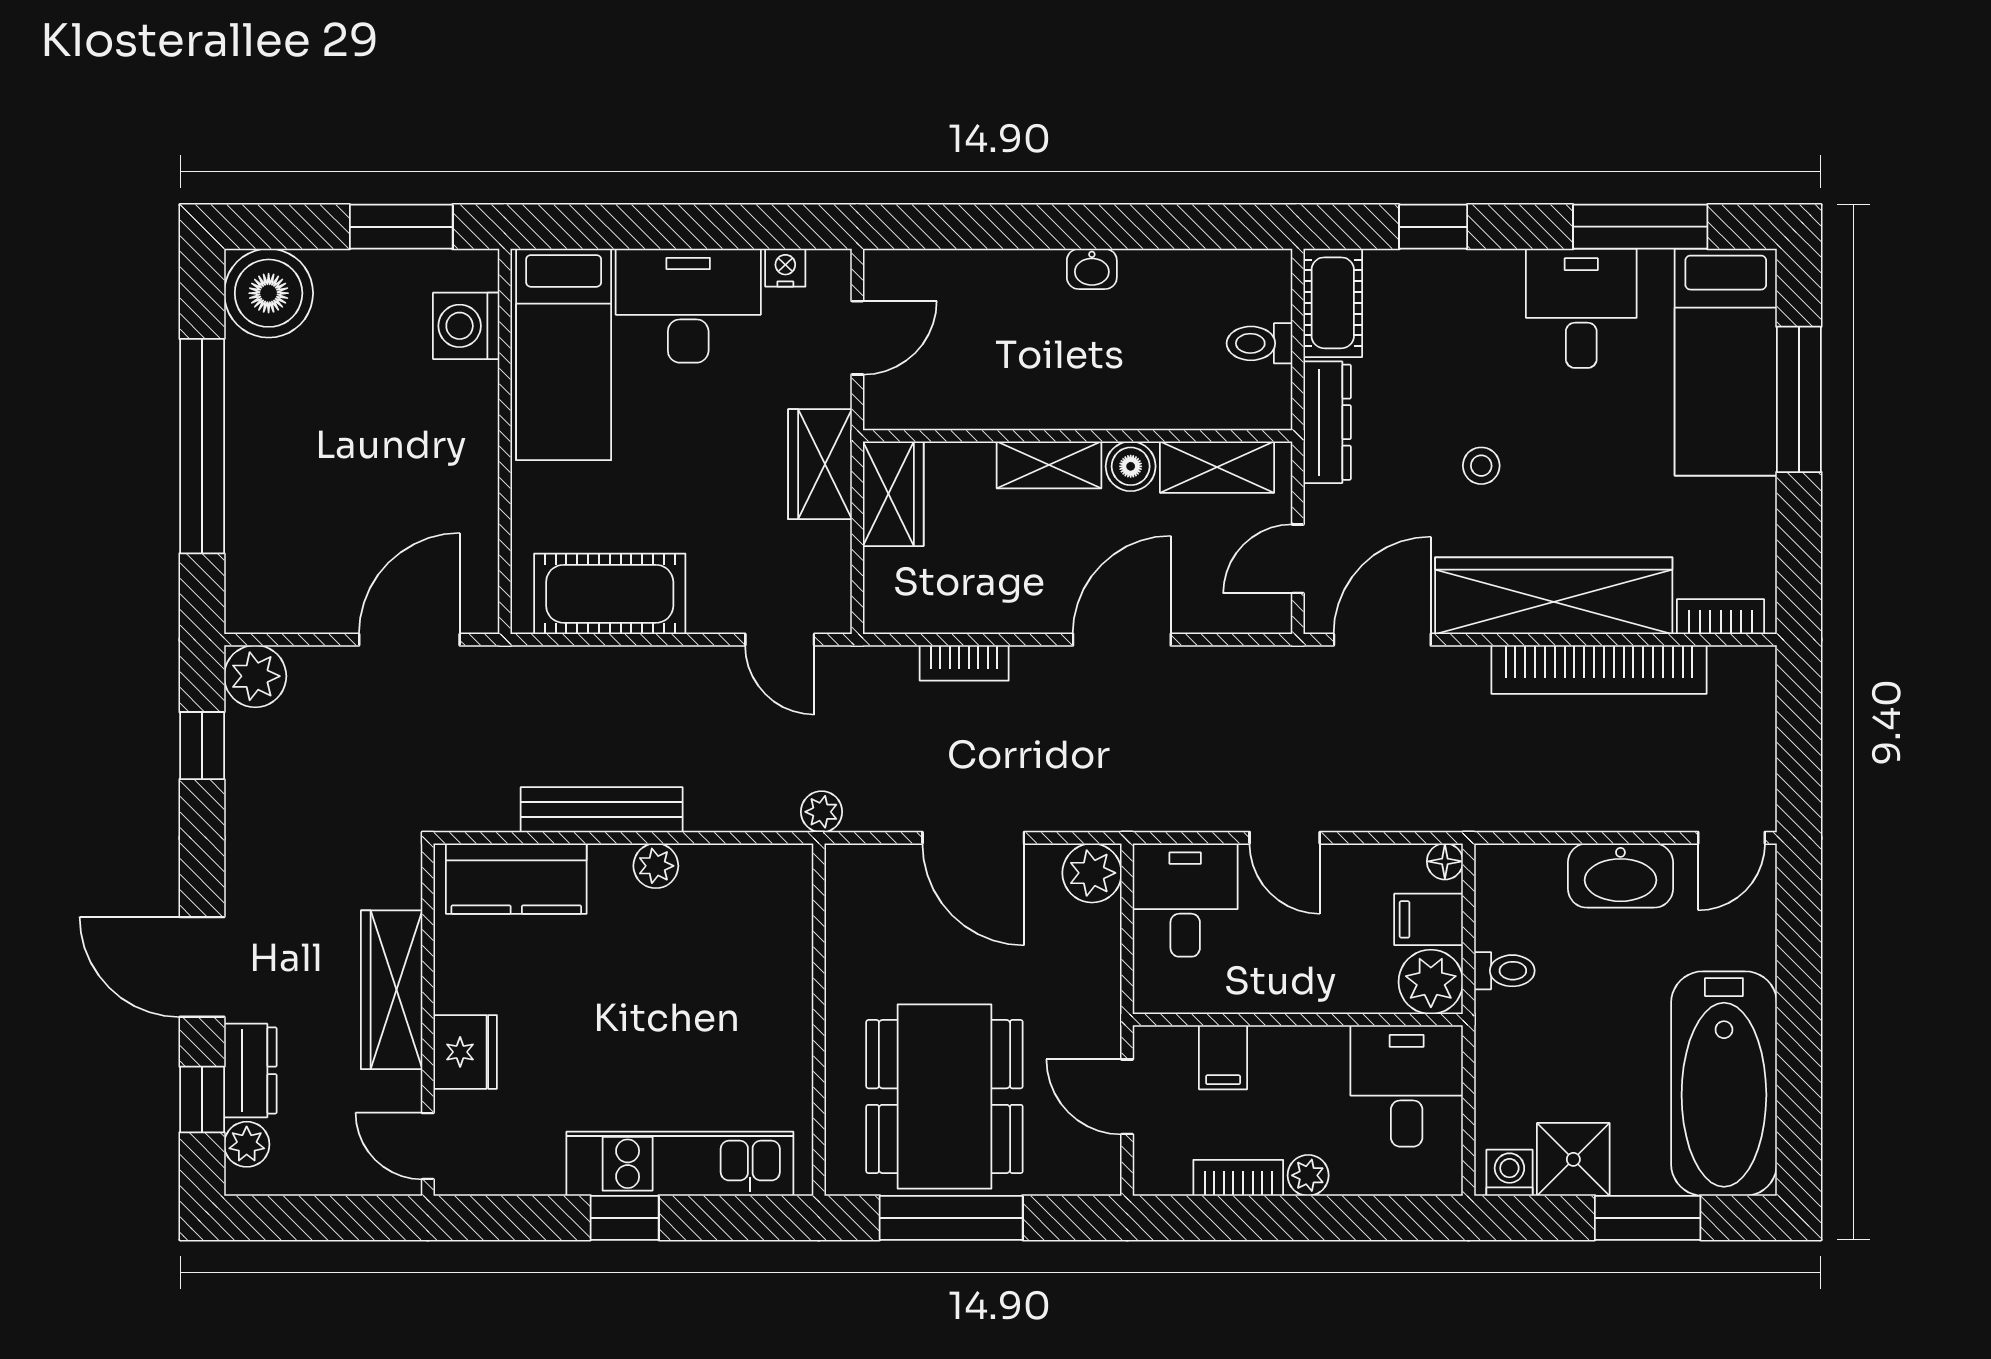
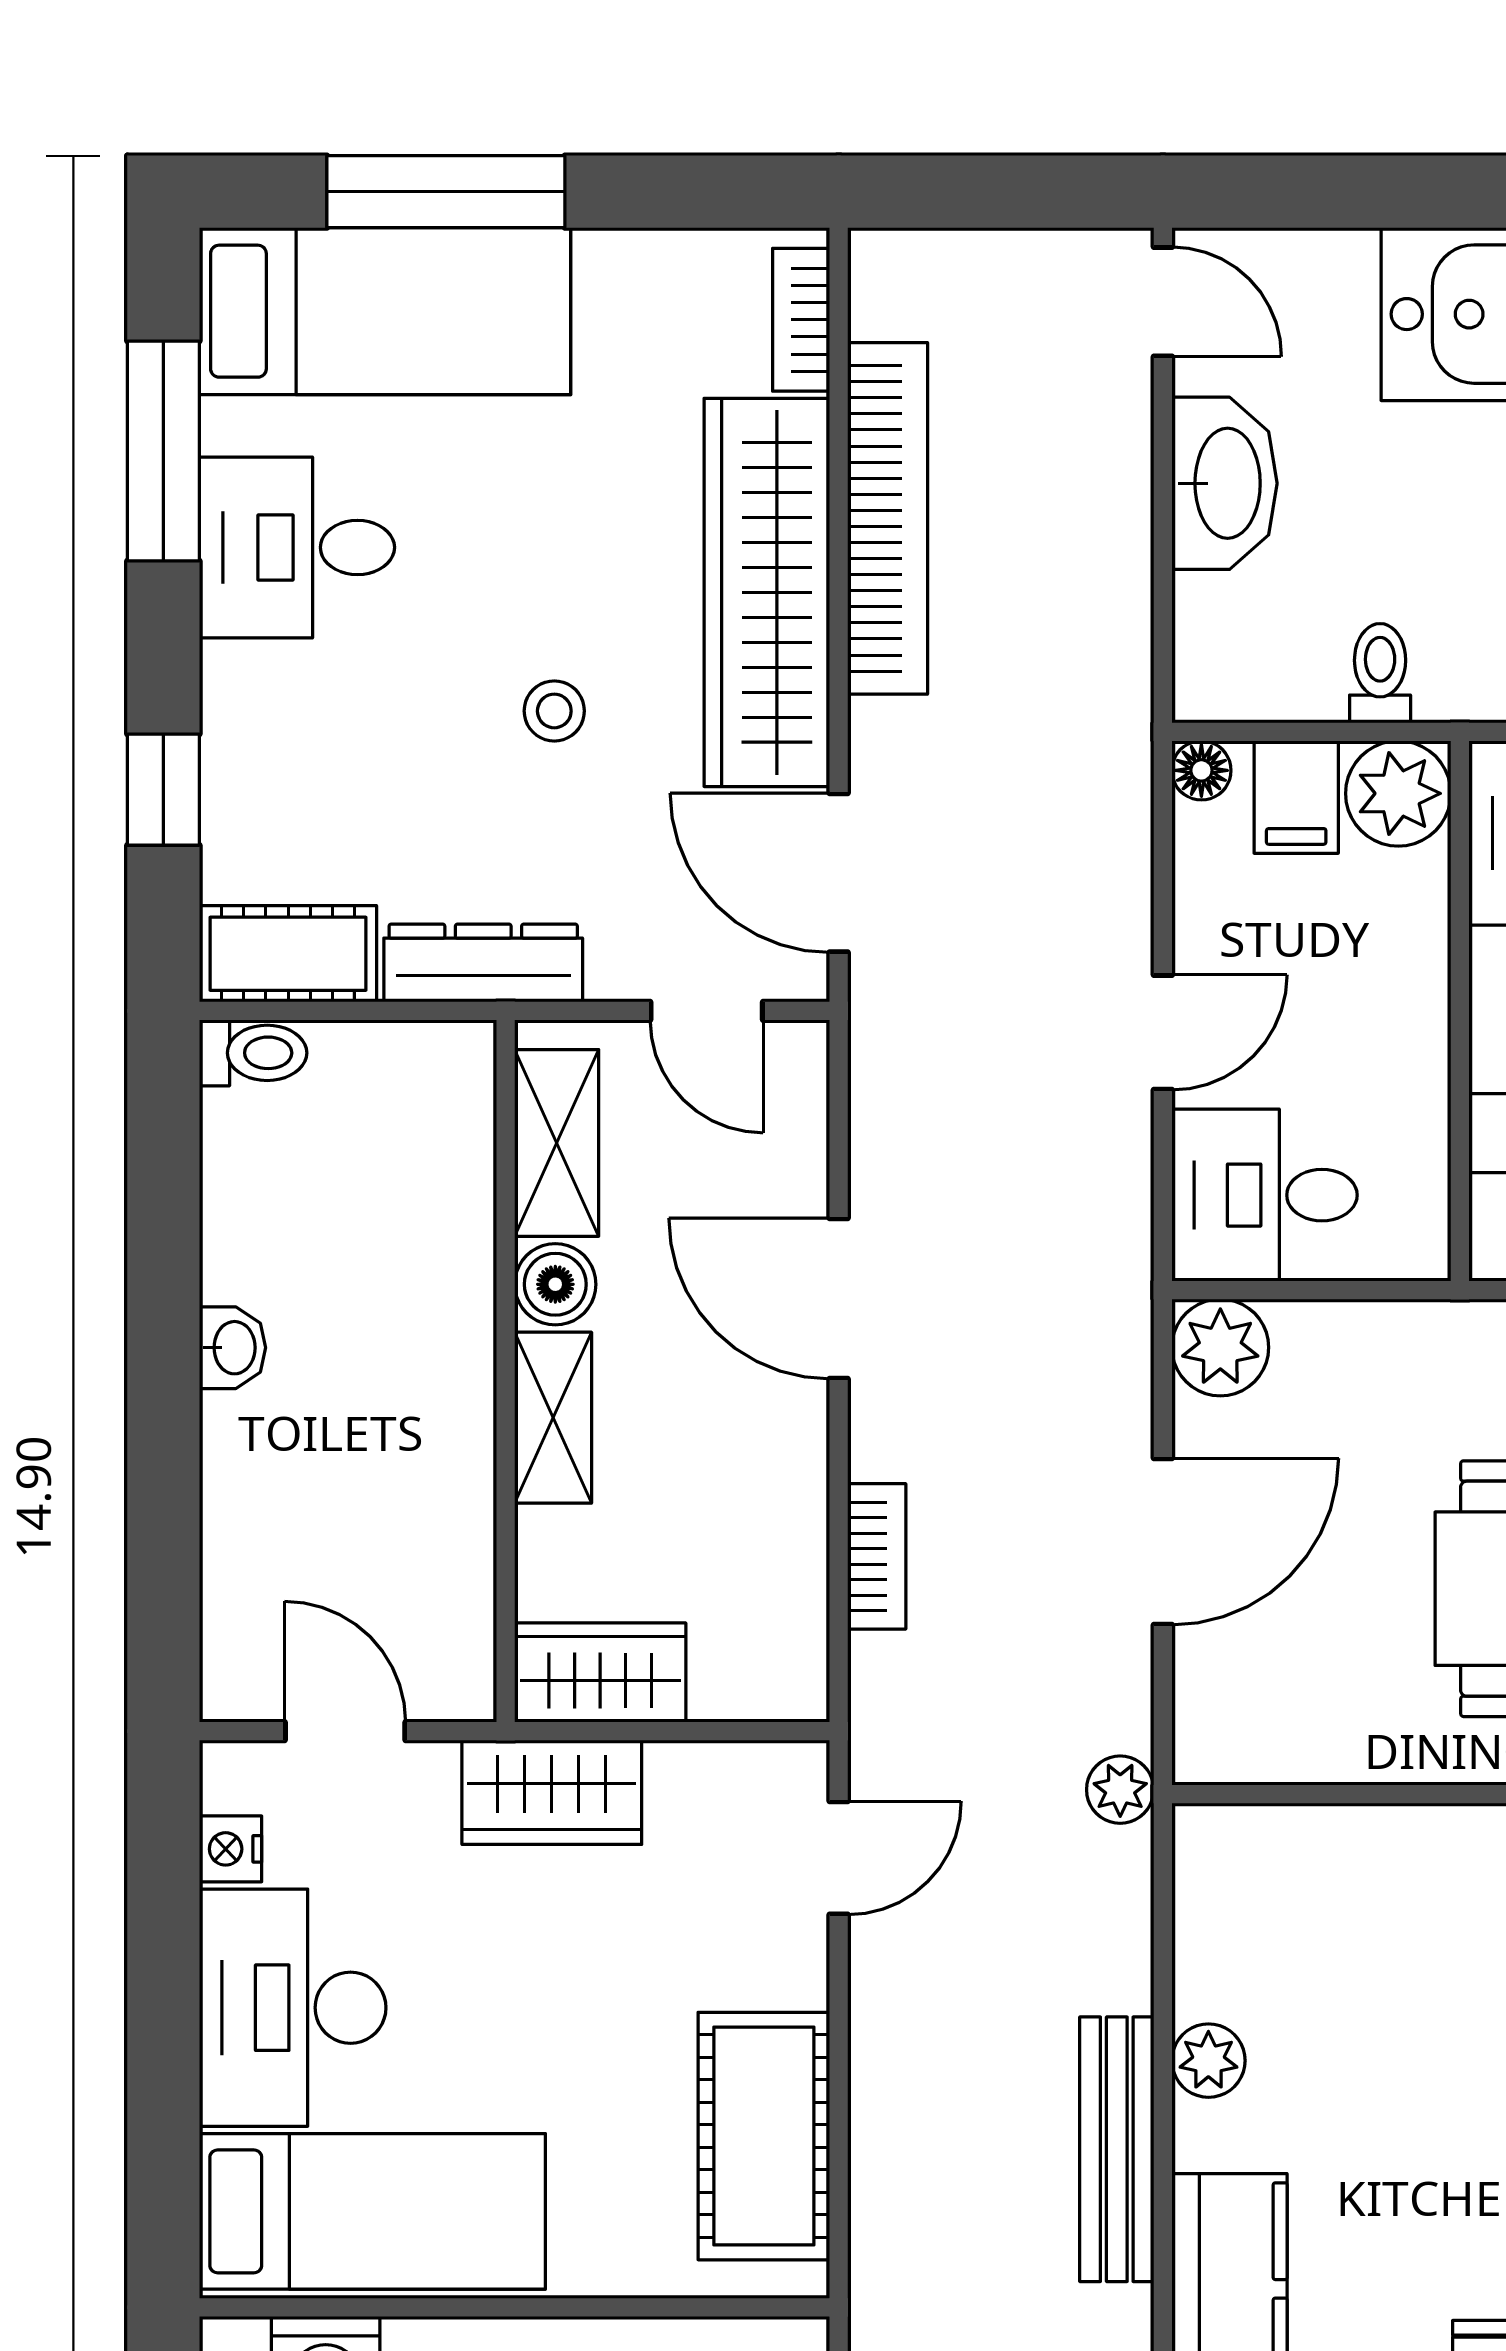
toilet: (1259, 343) -> (253, 1053), moved, turned -90

